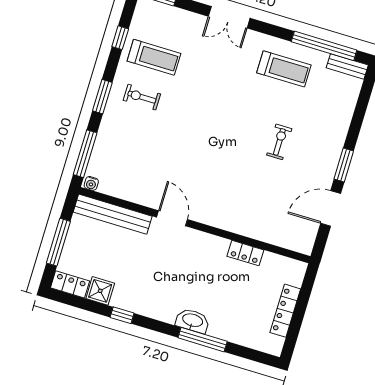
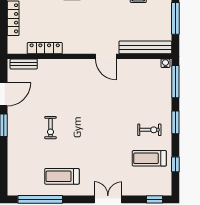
bench: (347, 66) -> (24, 64), moved
locker: (245, 253) -> (45, 48), width x1.53

